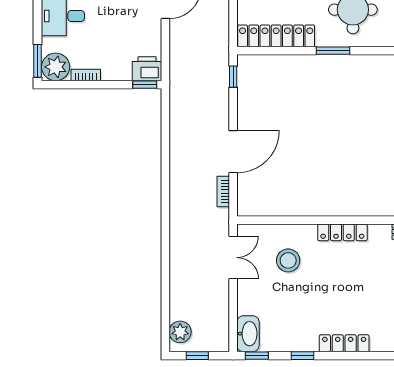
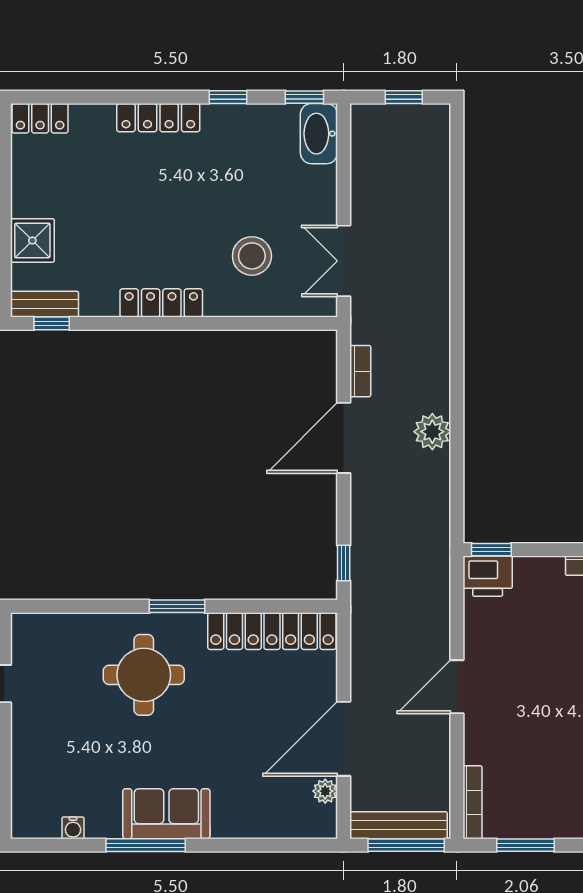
plant: (180, 332) -> (432, 432), moved

